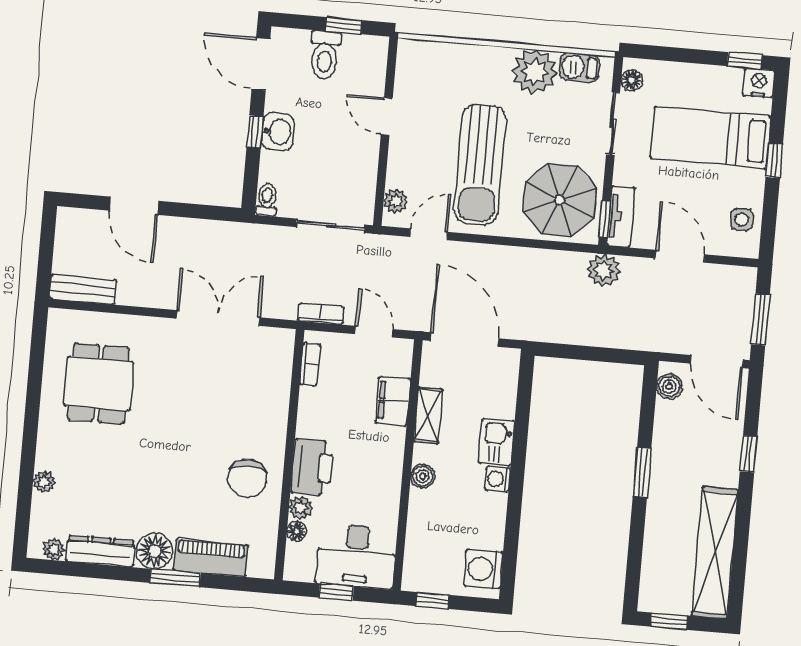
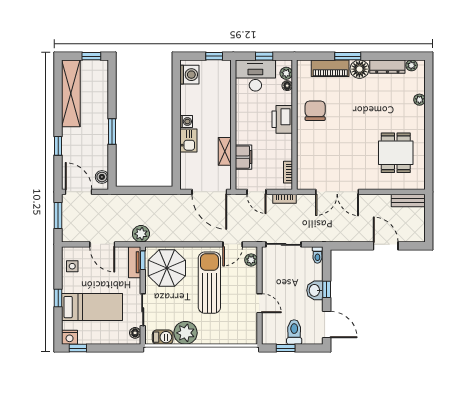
boiler: (423, 476) -> (225, 120), removed
plant: (301, 508) -> (286, 73), moved

